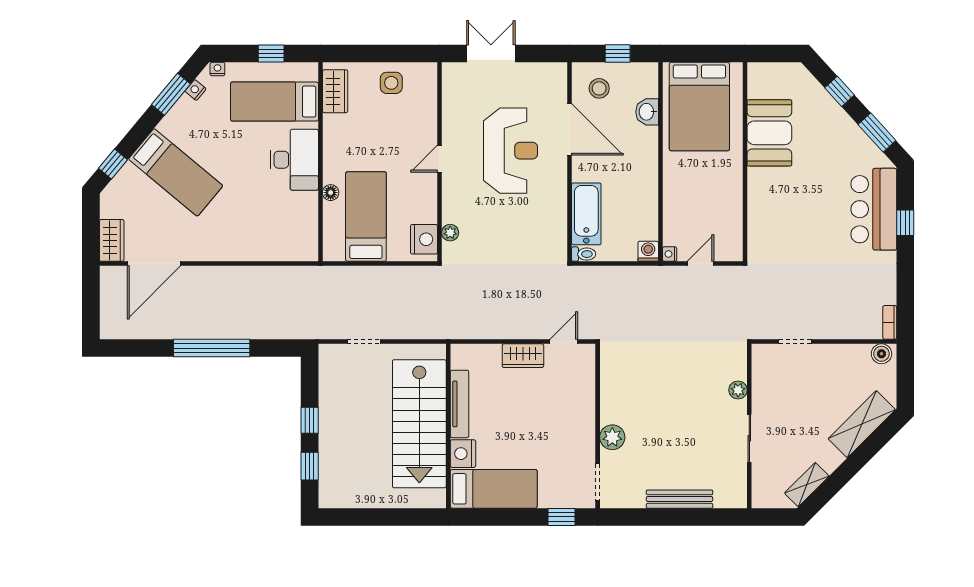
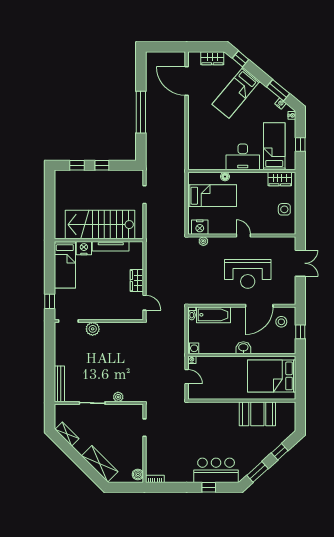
washbasin: (647, 112) -> (243, 348), moved
wardrobe: (112, 240) -> (212, 58), moved
bench: (680, 499) -> (59, 384), moved

